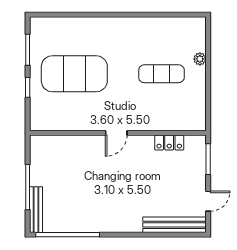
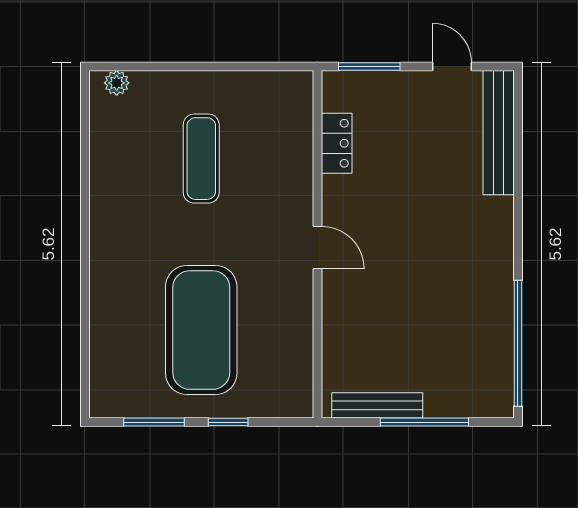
plant: (200, 59) -> (117, 83), moved
bench: (36, 210) -> (377, 405), moved

